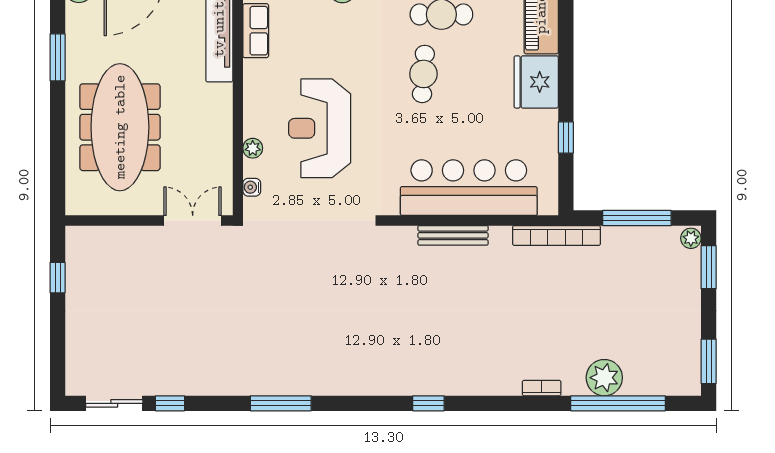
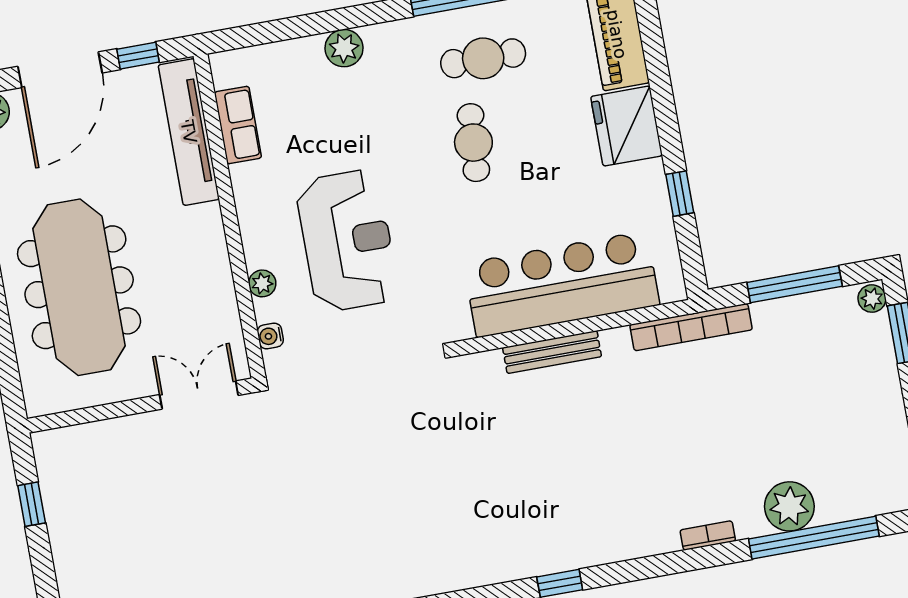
reception desk: (320, 128) -> (347, 241), turned 180

